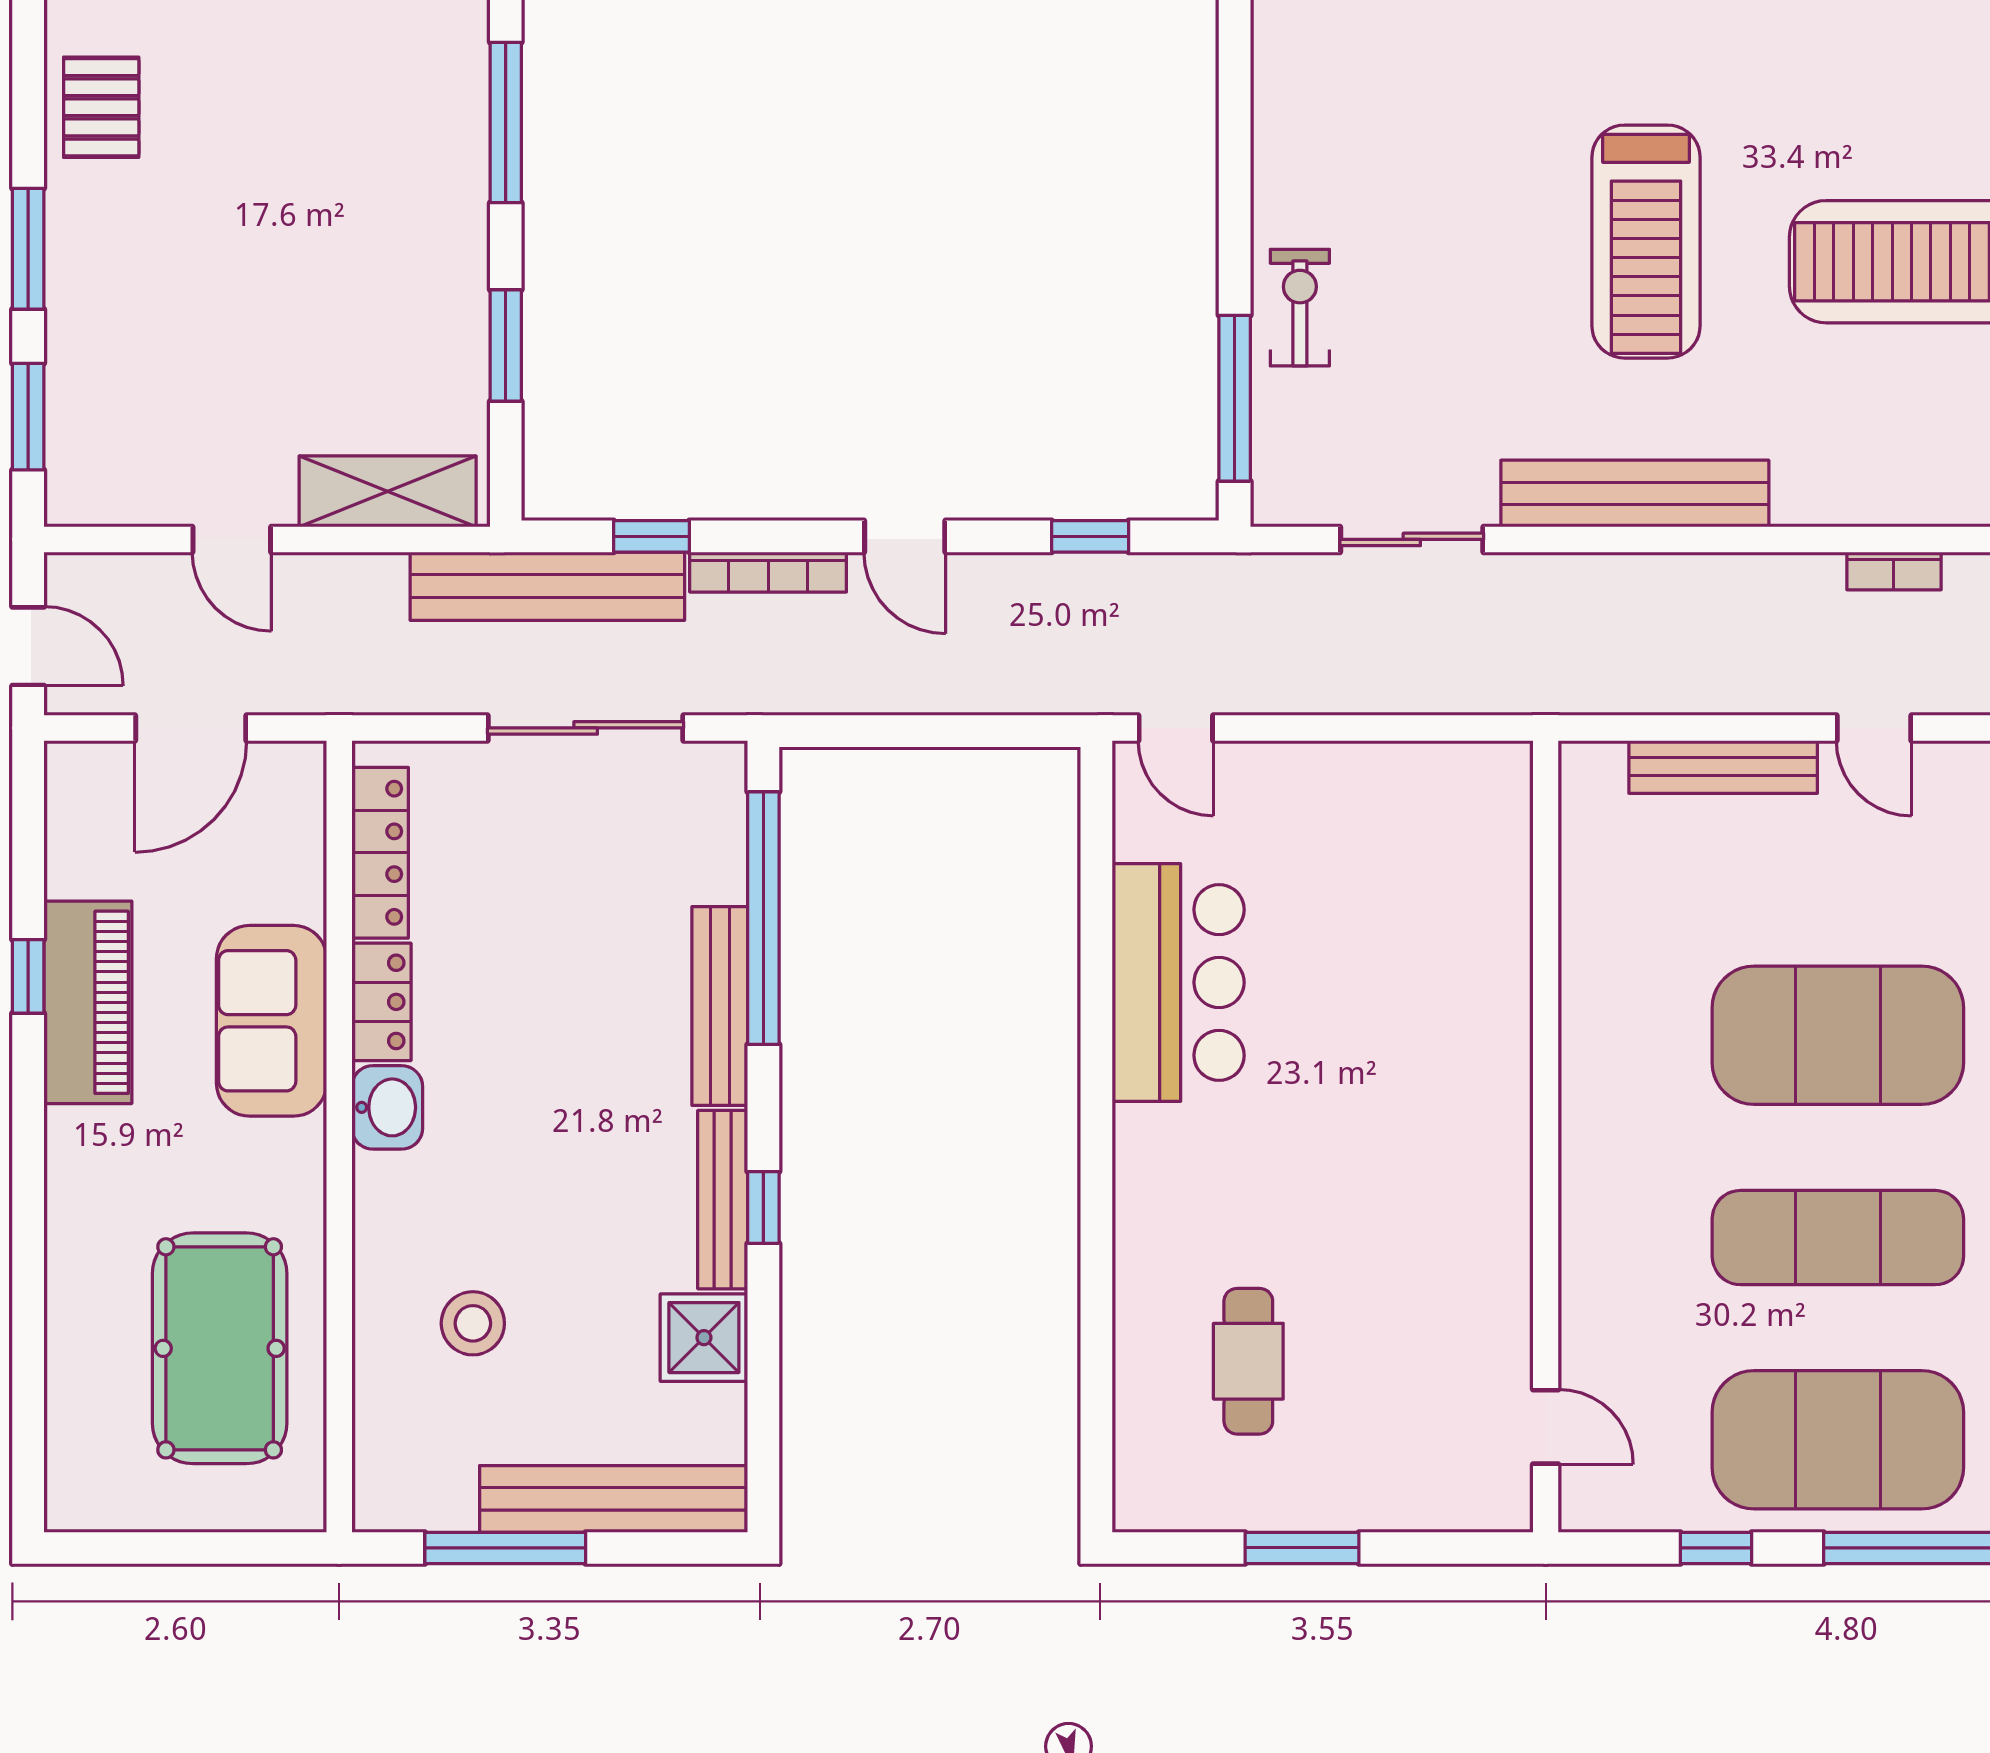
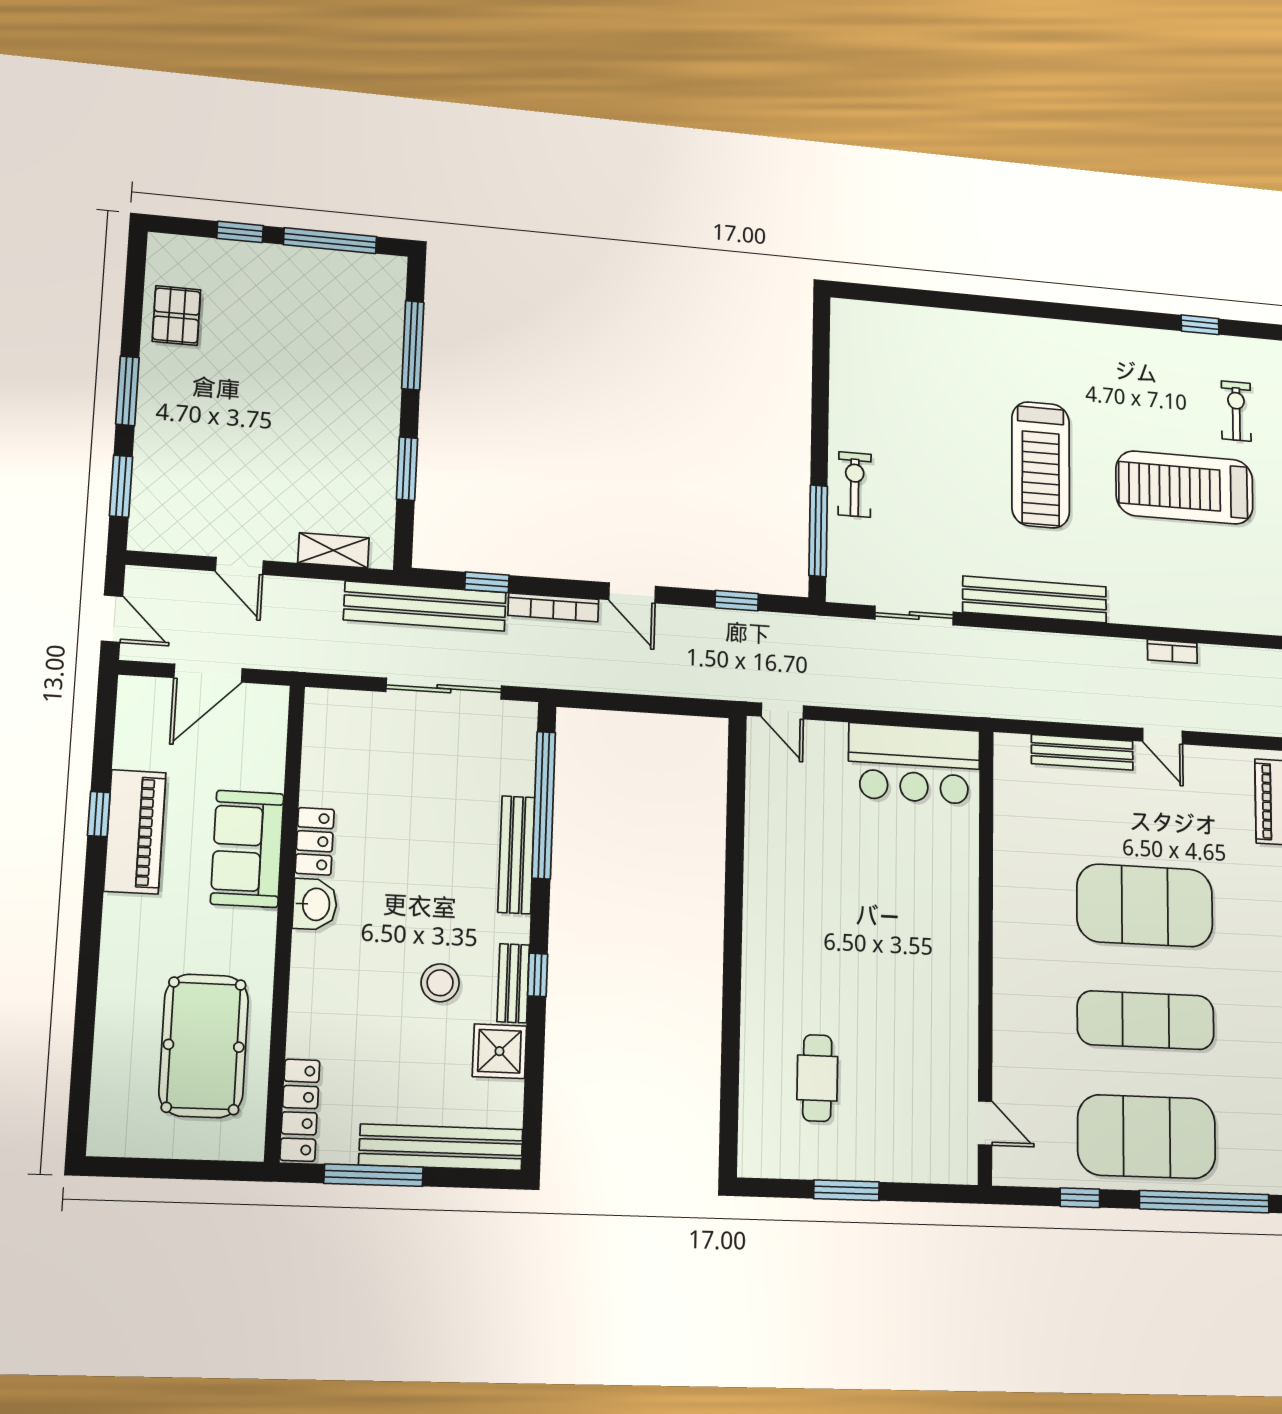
shelving: (388, 491) -> (333, 550), width x0.67, depth x0.75
locker: (380, 853) -> (300, 1110), moved
bar counter: (1178, 982) -> (914, 764), moved, turned 90
bench: (723, 1200) -> (513, 983), width x0.73
stool: (473, 1323) -> (440, 983), moved

